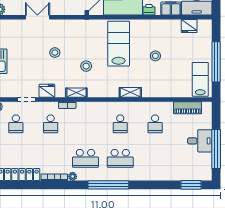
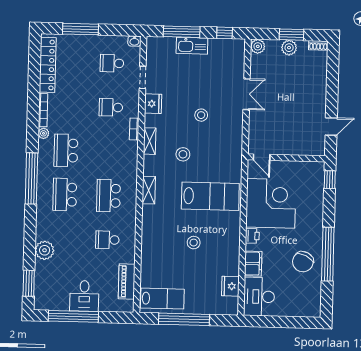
shelving: (130, 92) -> (149, 190), moved
school desk: (120, 124) -> (108, 196), width x1.85
plant: (165, 173) -> (45, 250), added

